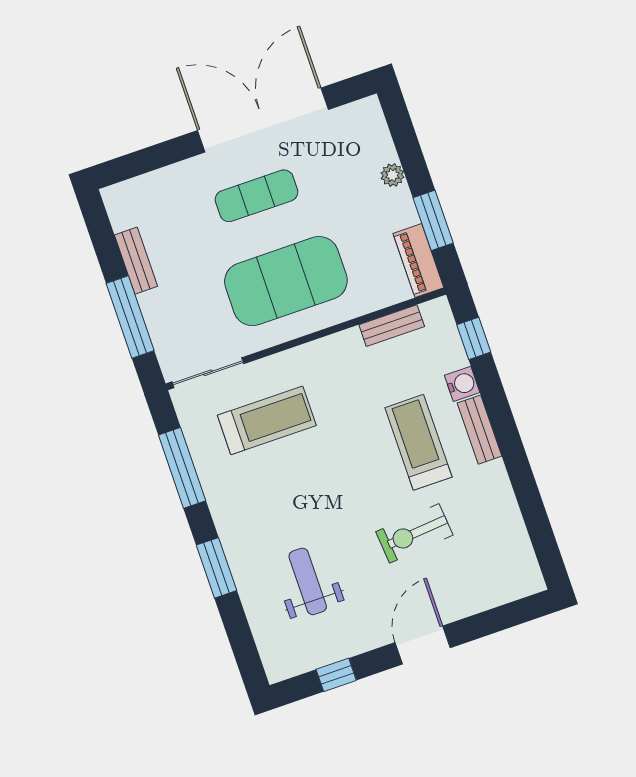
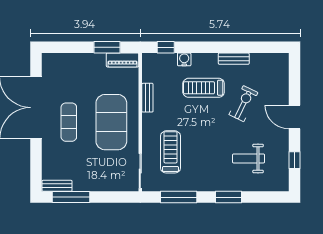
plant: (392, 175) -> (80, 58), removed
bench: (136, 261) -> (57, 186), moved
window: (130, 317) -> (71, 197), moved
bench: (392, 326) -> (147, 98), moved
bench: (480, 430) -> (234, 59), moved
exercise bike: (414, 533) -> (243, 104), turned -149

